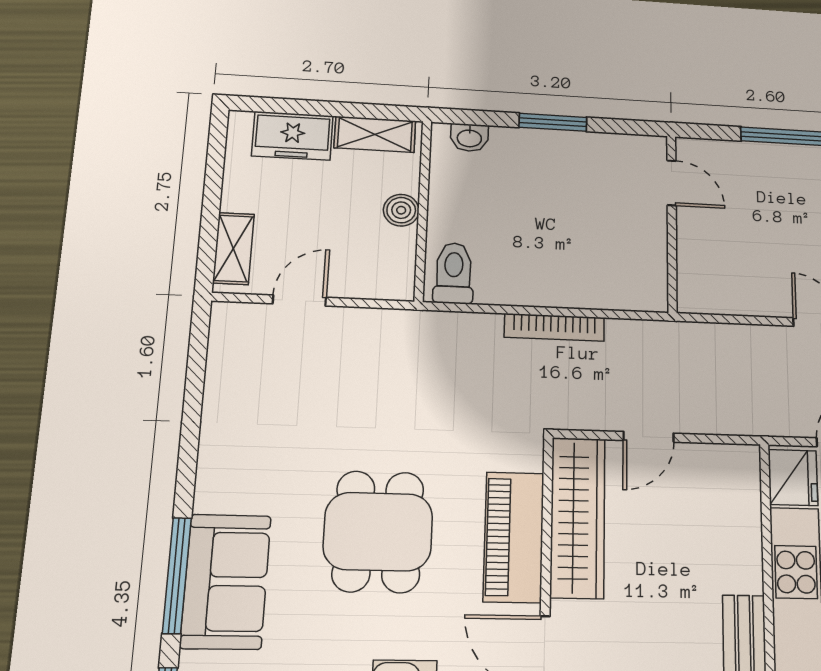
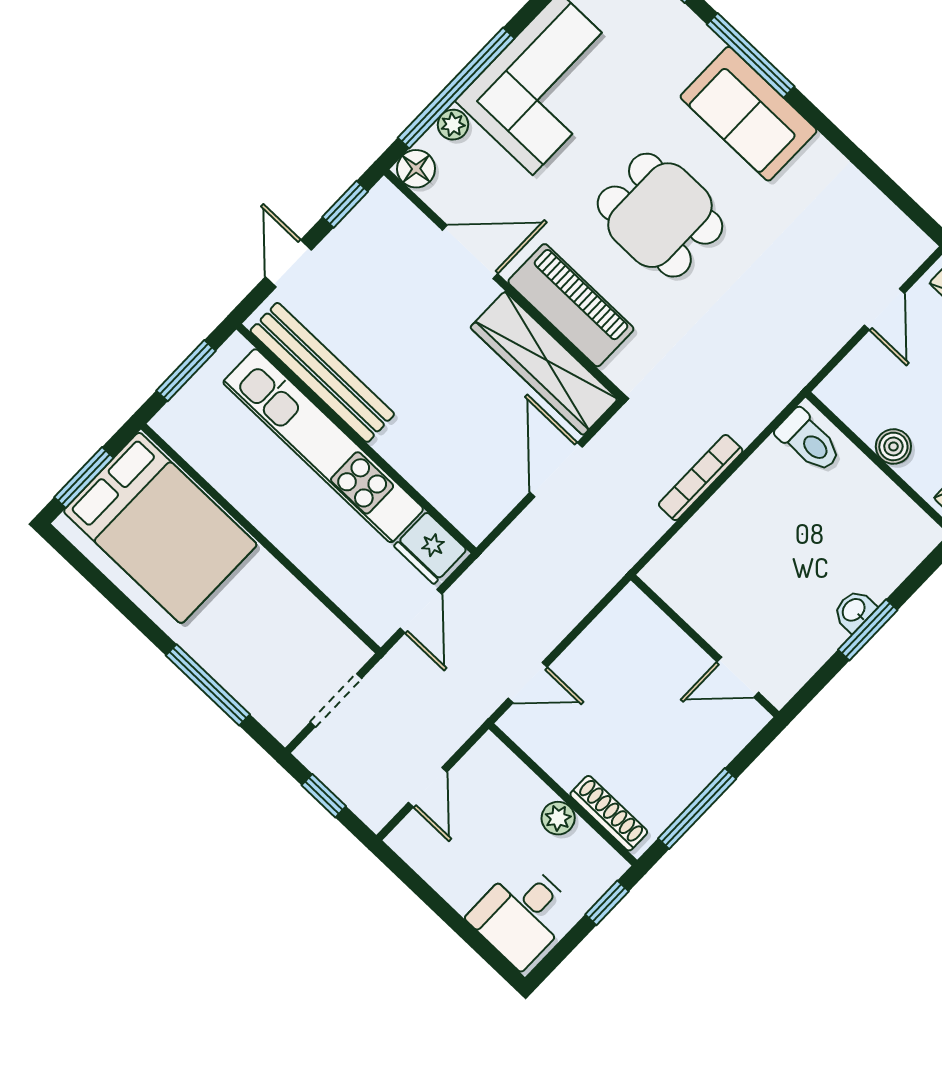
washbasin: (469, 138) -> (854, 610), moved
door: (649, 437) -> (556, 470), width x1.38
sofa: (226, 581) -> (749, 114), moved

